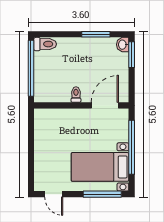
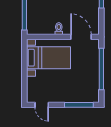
door: (105, 105) -> (81, 37), hinge flipped
bed with nightstands: (100, 167) -> (49, 58), moved, turned 180

